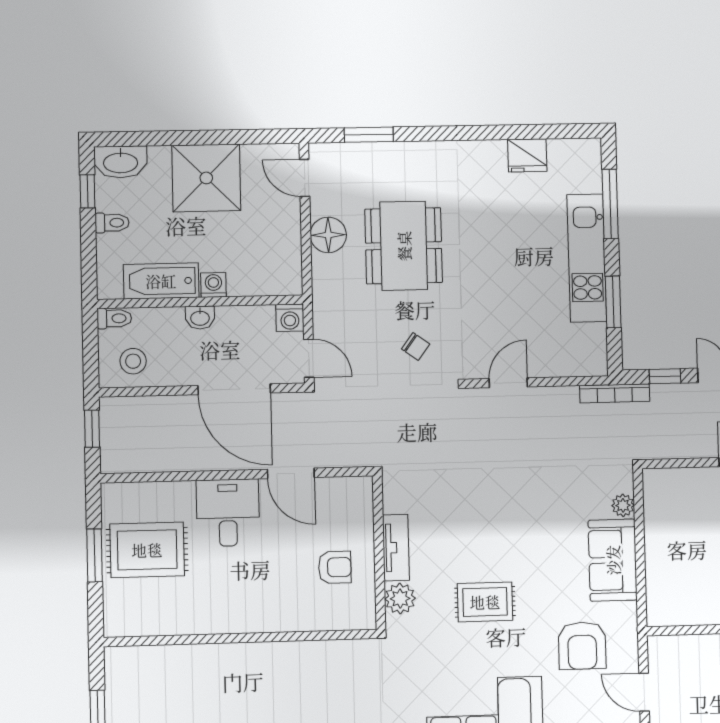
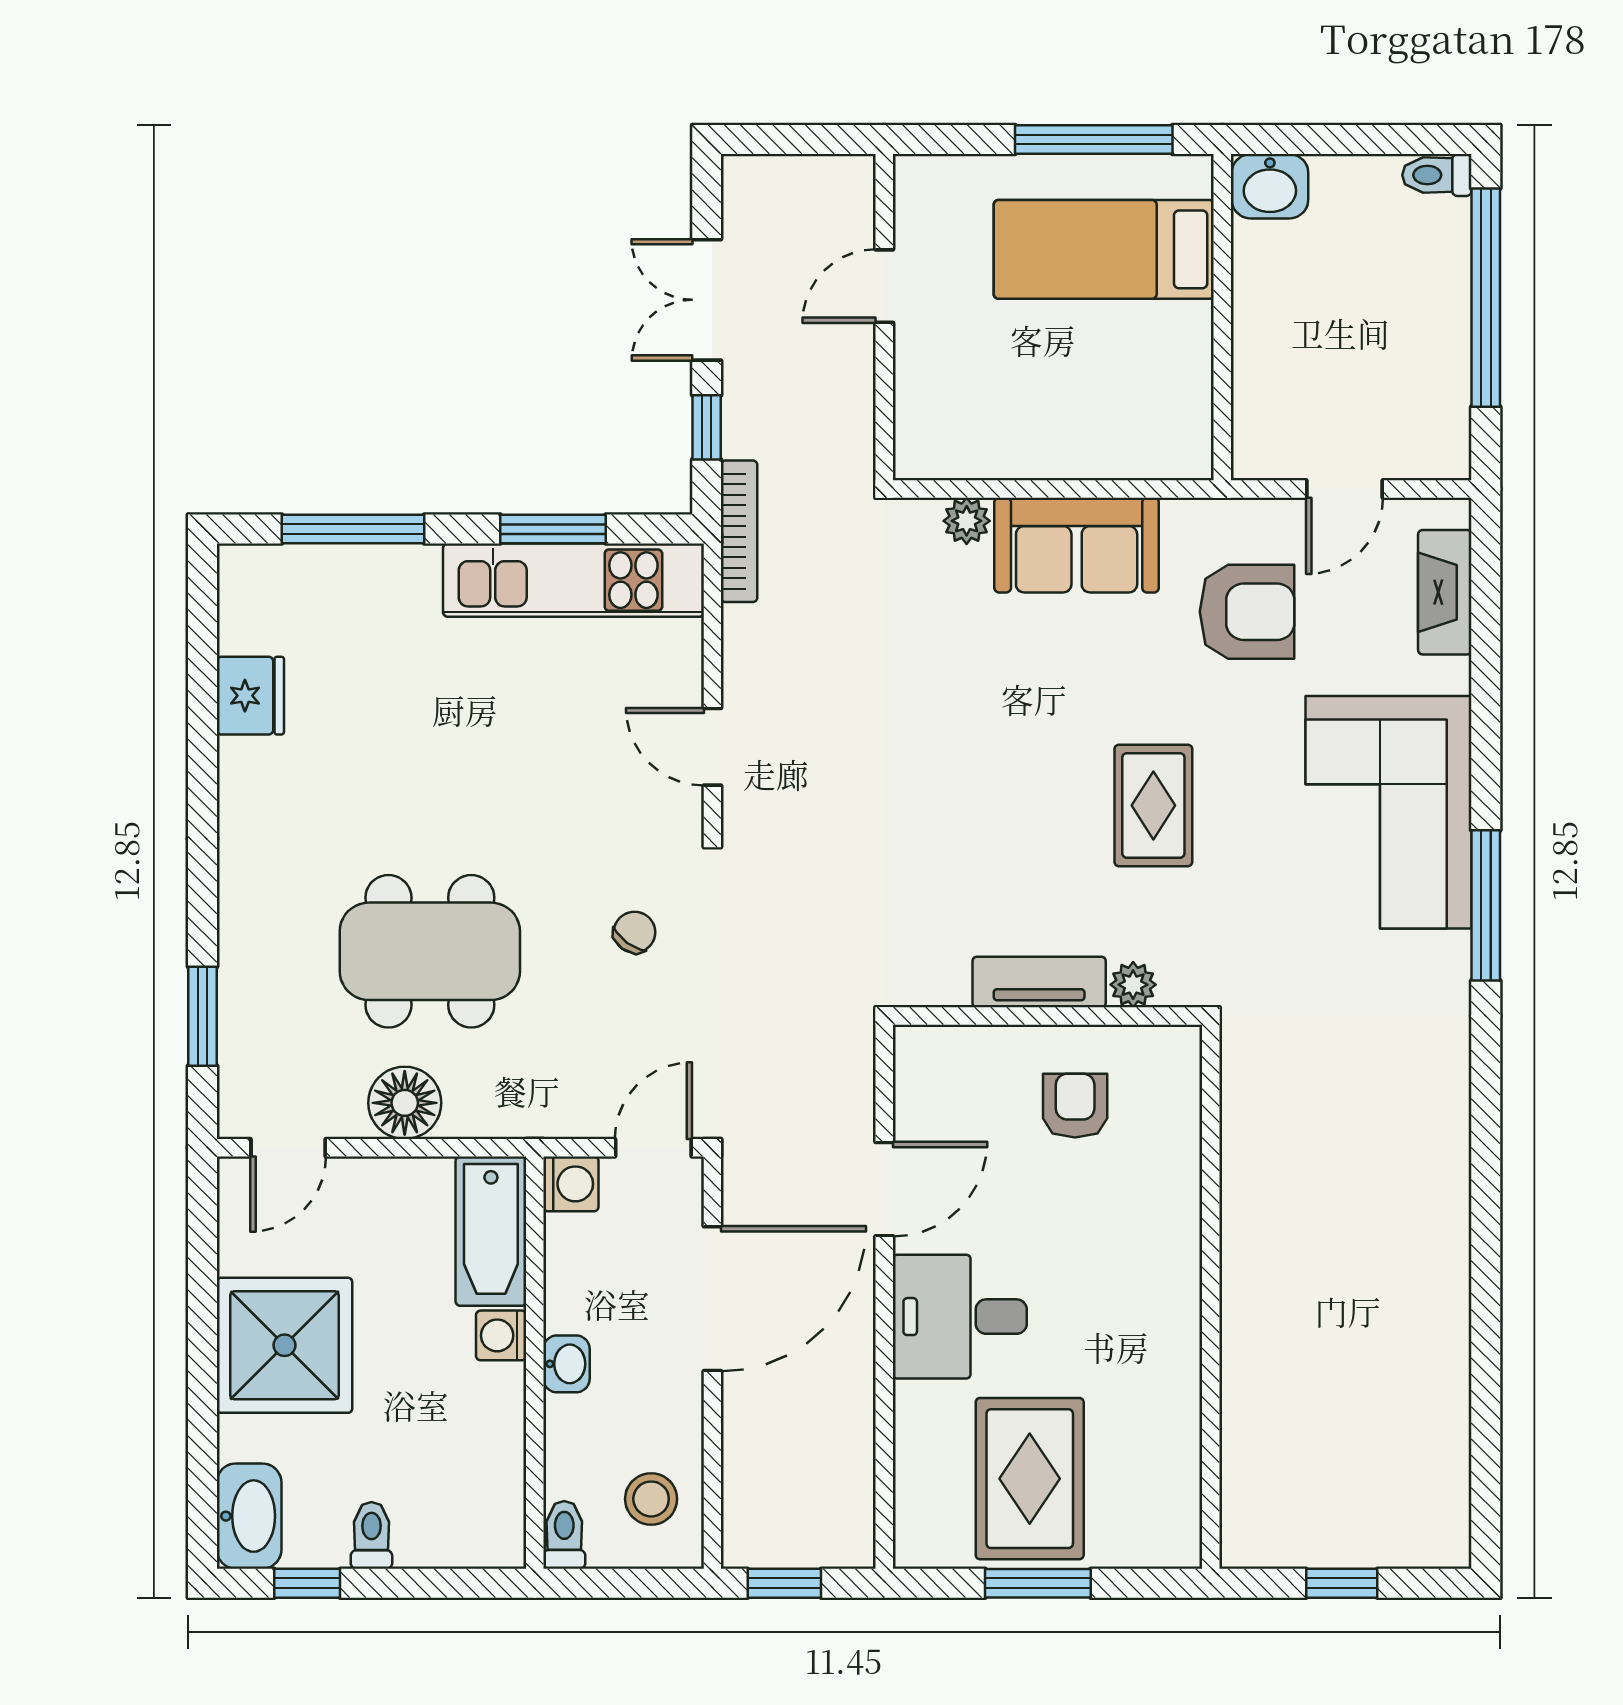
kitchen unit: (587, 258) -> (573, 580), moved
bathtub: (161, 281) -> (491, 1231), moved
plant: (400, 599) -> (1133, 985), width x0.73, depth x0.73

